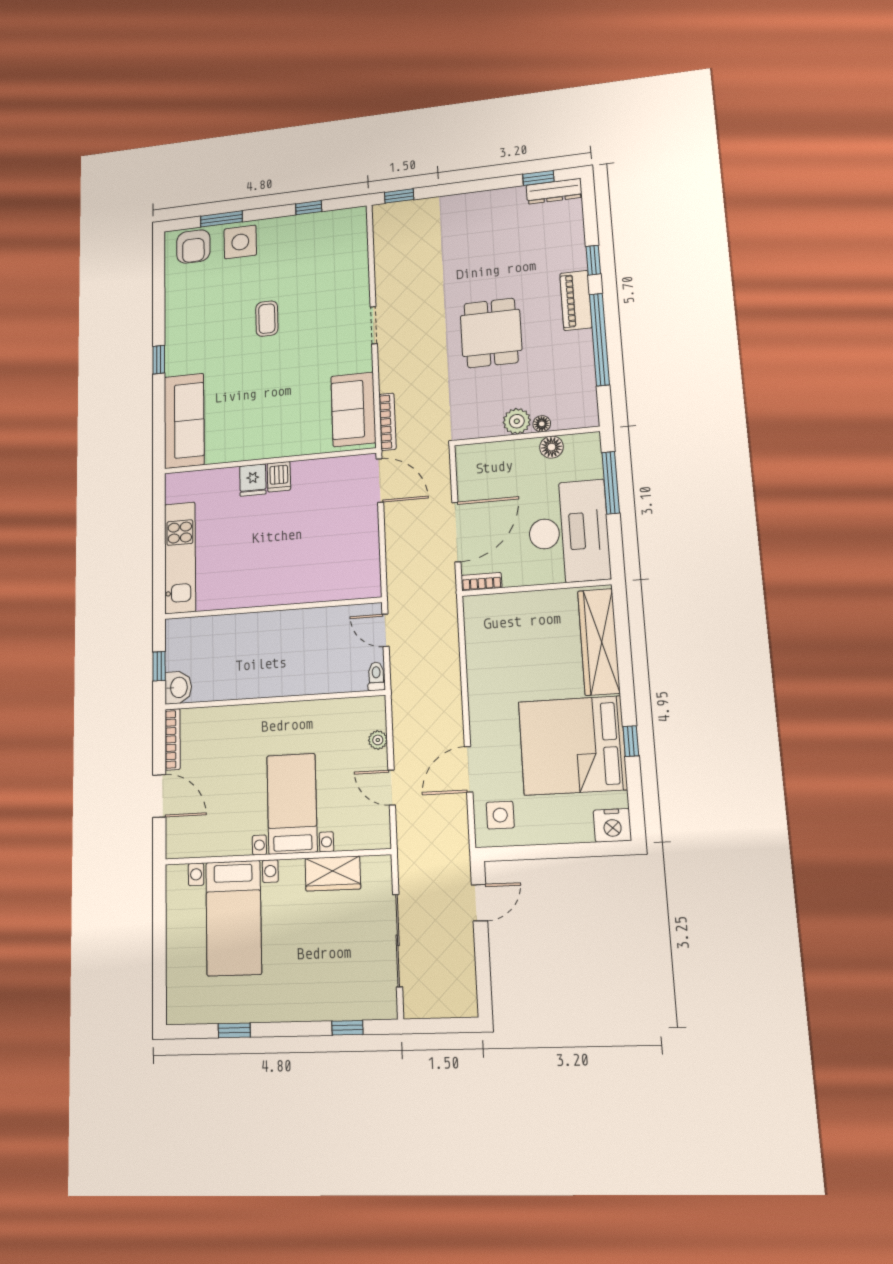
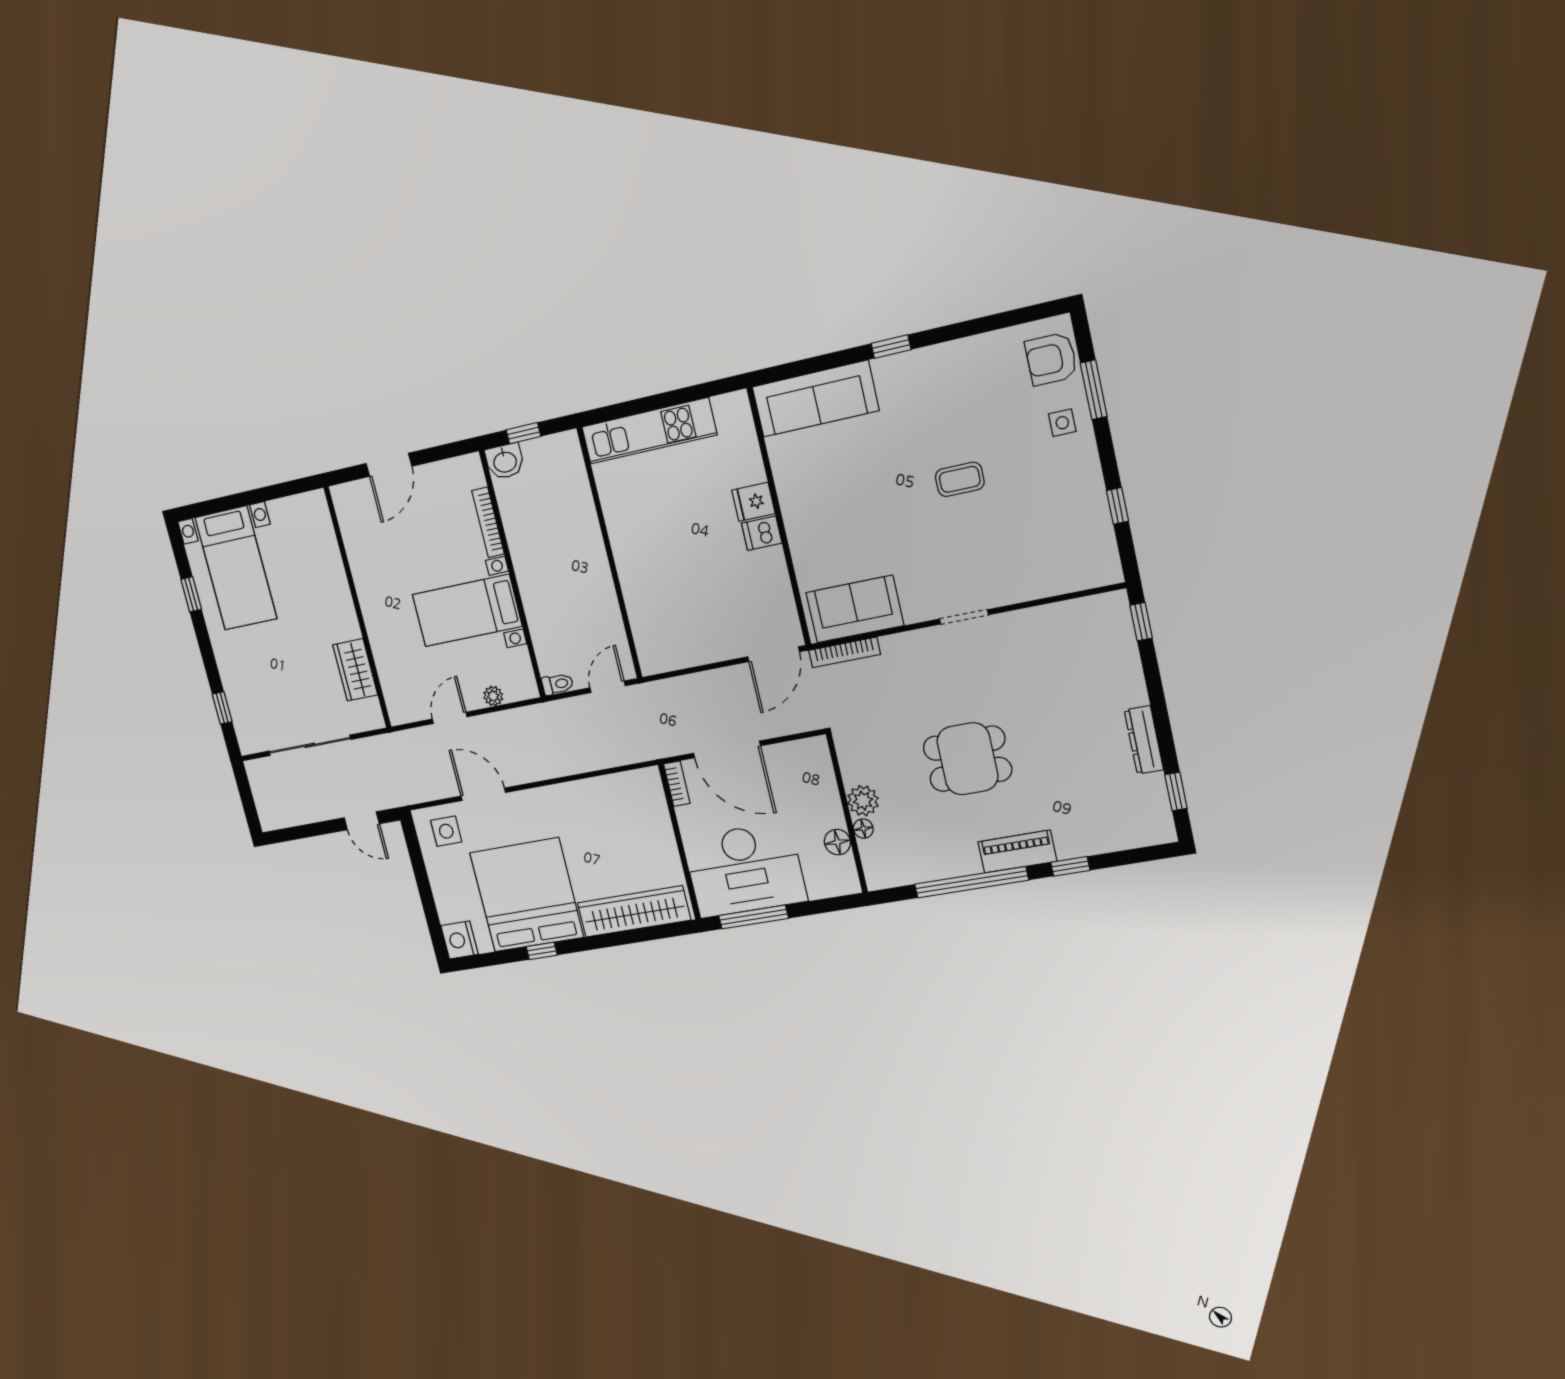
dresser: (554, 191) -> (1144, 740), moved
side table: (240, 242) -> (1062, 423), width x0.54, depth x0.54
window: (611, 483) -> (753, 917), moved
bookcase: (173, 739) -> (488, 522), moved, turned 90
bed with nightstands: (292, 804) -> (467, 610), moved, turned 180
bed with nightstands: (234, 918) -> (236, 568), moved, turned -90

